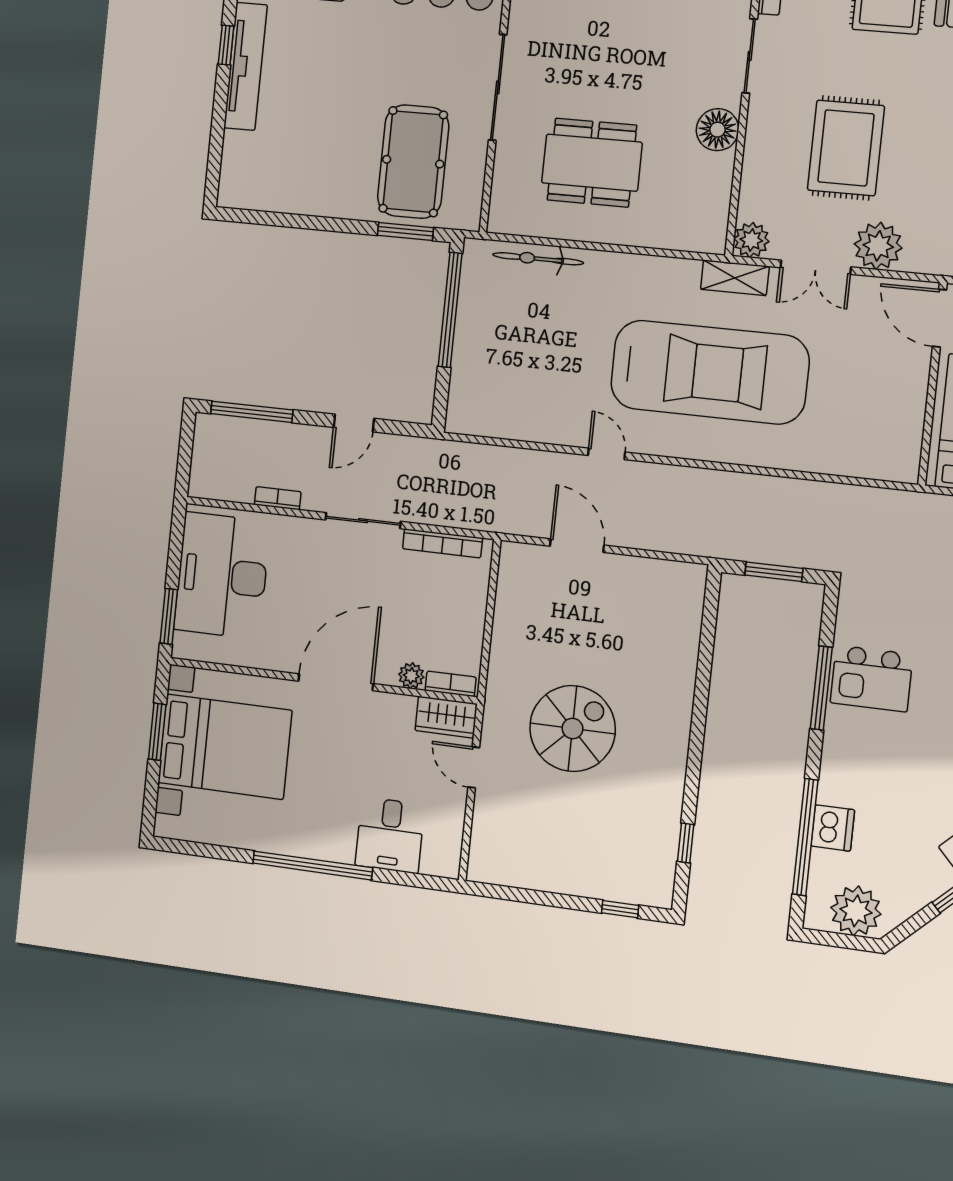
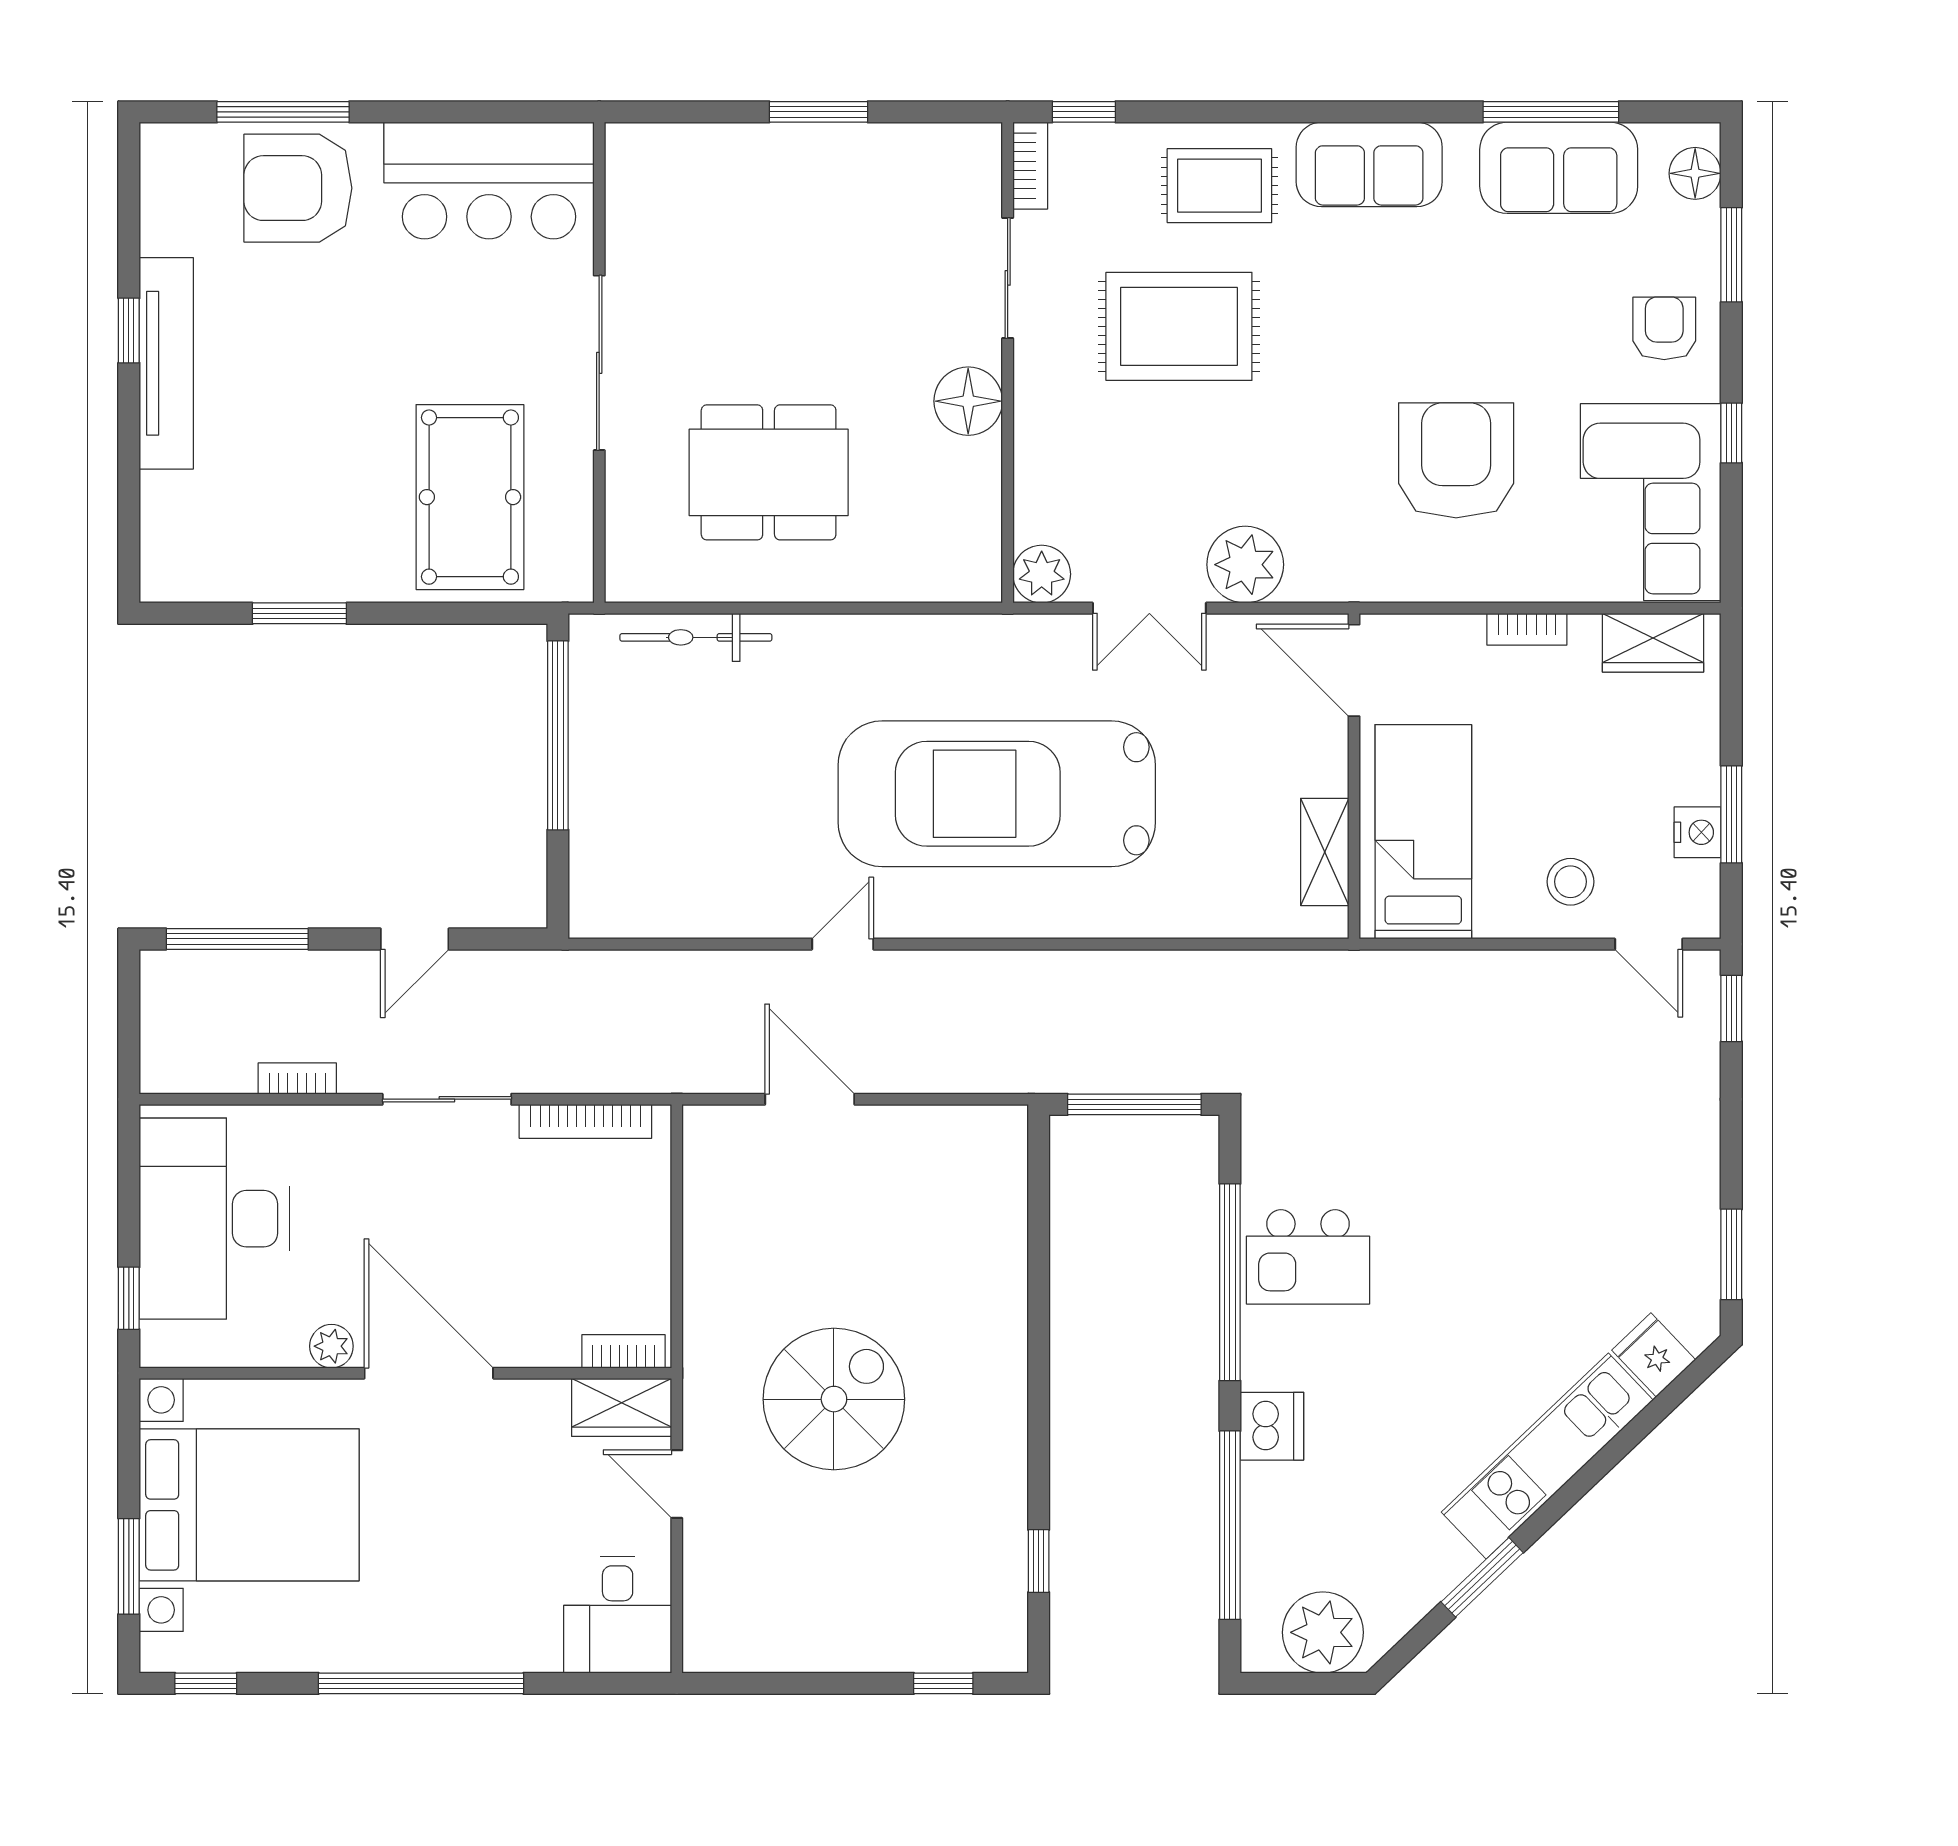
rug: (846, 148) -> (1179, 326), moved, turned 90
window: (405, 231) -> (299, 613), moved
shelving: (735, 278) -> (1325, 852), moved, turned 90
car: (710, 372) -> (997, 794), turned 180
door: (607, 454) -> (843, 944), hinge flipped
window: (774, 572) -> (1134, 1104), width x1.44
window: (169, 616) -> (129, 1298), width x0.67
plant: (411, 676) -> (331, 1346), moved
door: (336, 682) -> (429, 1373), hinge flipped
window: (821, 688) -> (1230, 1282), width x1.46
window: (157, 732) -> (129, 1566), moved
dishwasher: (833, 828) -> (1272, 1426), moved
desk: (390, 835) -> (618, 1615), moved
window: (190, 848) -> (206, 1683), added

